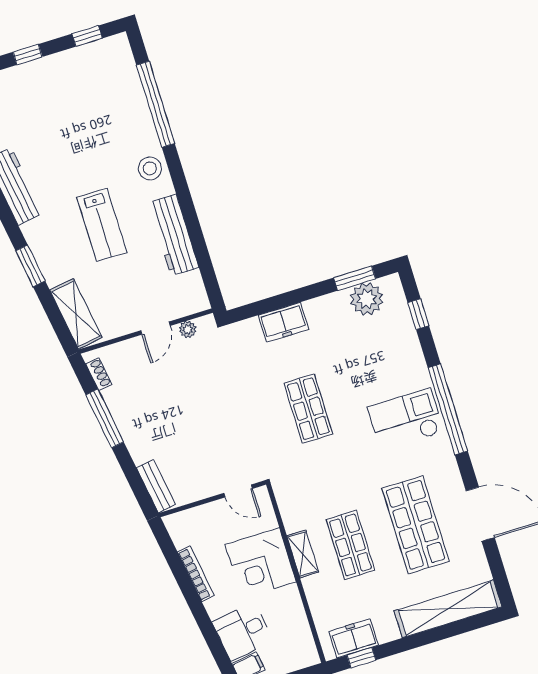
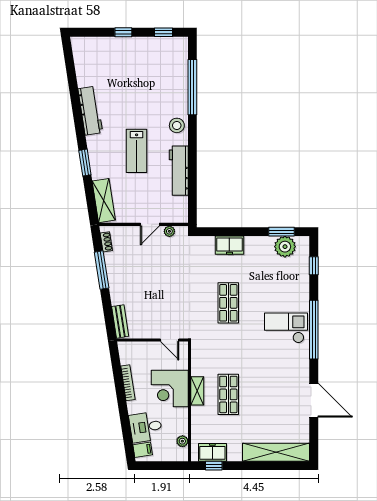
shop shelf: (416, 525) -> (272, 394), removed
plant: (304, 636) -> (182, 441), added

